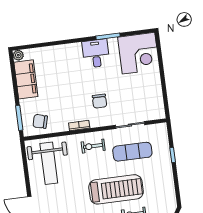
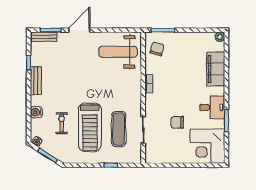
filing cabinet: (26, 79) -> (216, 69), moved, turned 90
chair: (100, 101) -> (177, 122), moved
exercise bike: (93, 146) -> (128, 94), removed
treadmill: (116, 189) -> (90, 127), moved

